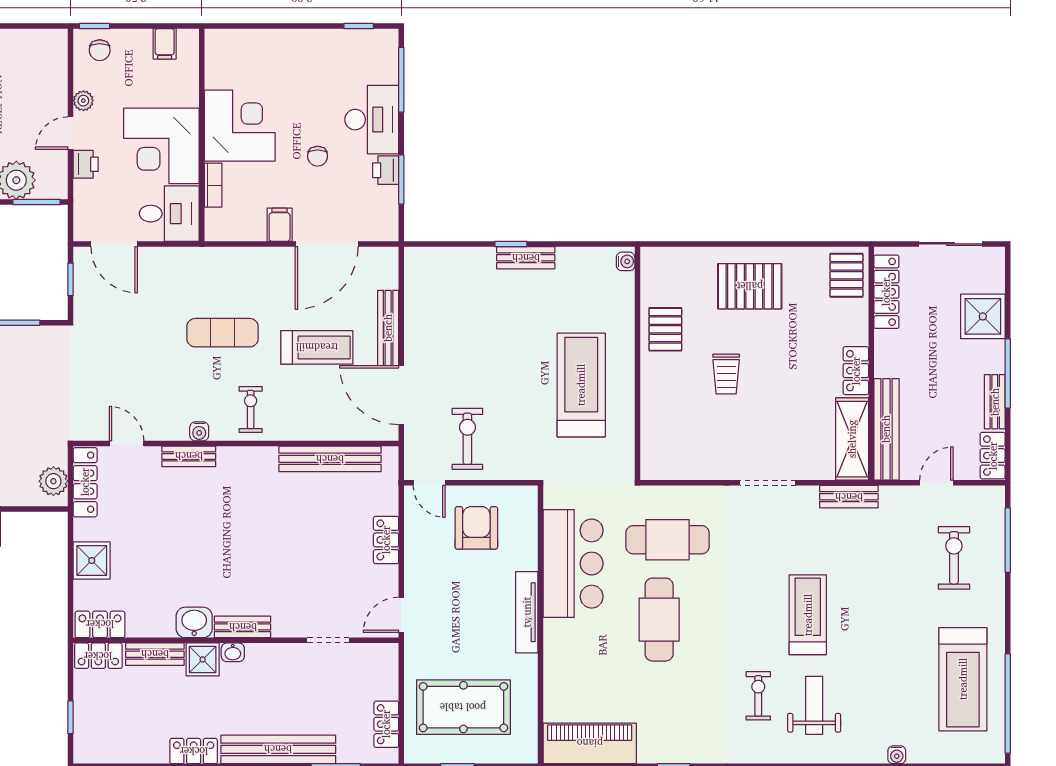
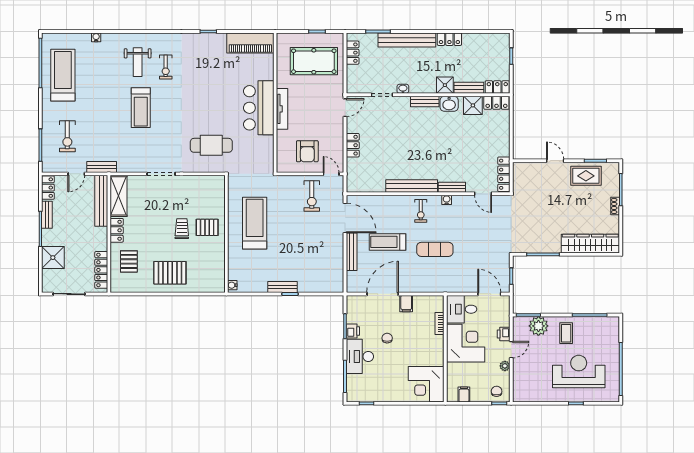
corner desk: (240, 126) -> (426, 384), moved
pallet: (846, 275) -> (129, 261), moved
pallet: (665, 329) -> (207, 227), moved, turned 90
treadmill: (581, 385) -> (255, 223), turned 180
bench: (330, 459) -> (412, 186), moved
plant: (53, 481) -> (520, 175), removed
bench: (849, 497) -> (102, 167), moved
shower: (92, 560) -> (473, 105), moved
bar counter: (573, 564) -> (259, 108), moved
cafe table: (659, 620) -> (216, 105), removed
washbasin: (233, 652) -> (403, 89), moved

